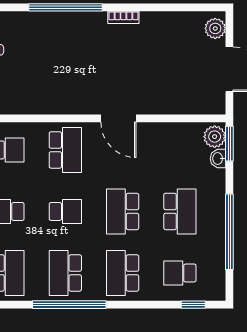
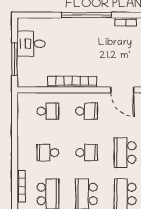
bookcase: (44, 106) -> (72, 82), added
school desk: (65, 150) -> (87, 111), width x0.54

